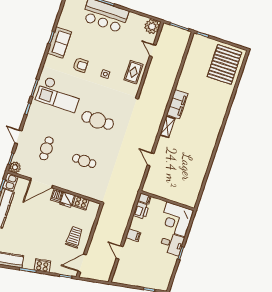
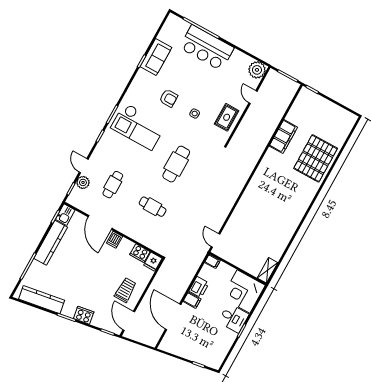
sofa: (59, 43) -> (156, 57), moved
pallet: (224, 64) -> (316, 158), moved
filing cabinet: (177, 104) -> (283, 137), moved
cafe table: (98, 120) -> (176, 164), turned 90
shelving: (167, 127) -> (268, 270), moved
door: (151, 159) -> (215, 240), moved
plant: (15, 167) -> (83, 182), moved
door: (42, 183) -> (100, 222), hinge flipped
fridge: (67, 200) -> (153, 262), moved
printer: (141, 210) -> (199, 287), moved
door: (120, 252) -> (173, 317), width x1.87
door: (82, 263) -> (129, 321), hinge flipped

